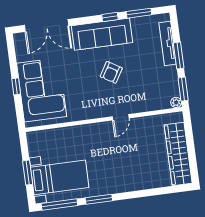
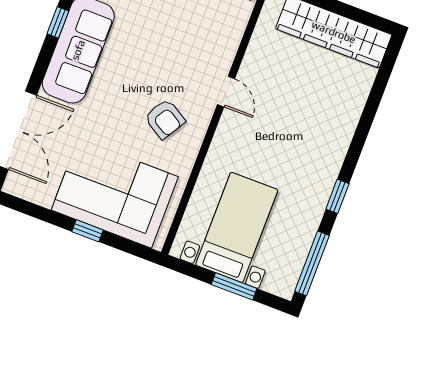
armchair: (111, 72) -> (165, 119), moved
bed with nightstands: (60, 177) -> (237, 227), moved
window: (99, 199) -> (337, 196), width x0.67

